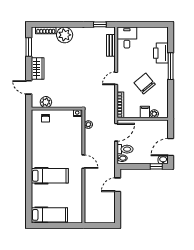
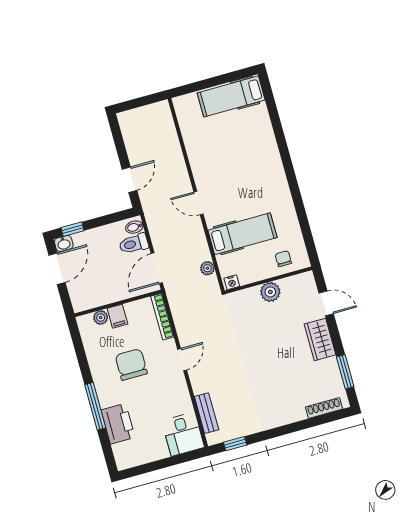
plant: (65, 35) -> (290, 409), removed
chair: (145, 83) -> (131, 364), turned -140
plant: (46, 102) -> (270, 292), moved
hospital bed: (50, 176) -> (242, 234), moved, turned 180

